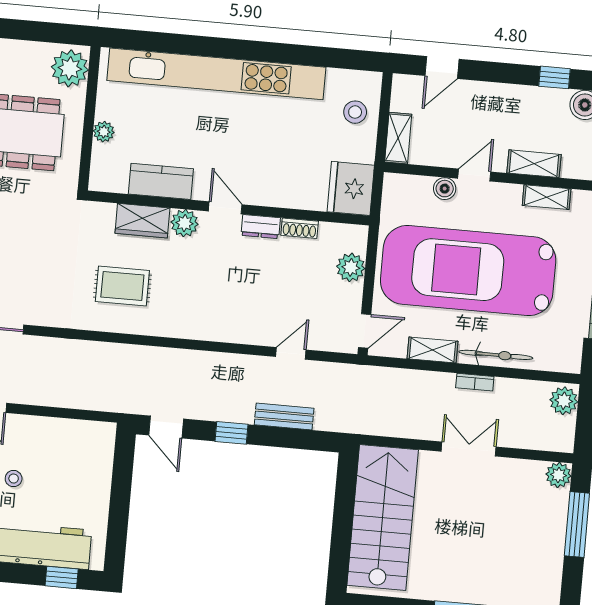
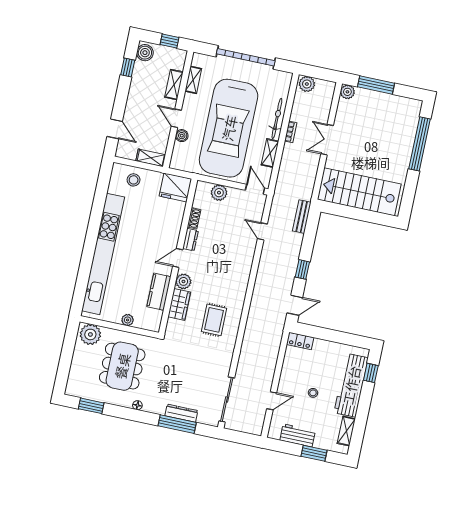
bench: (284, 417) -> (302, 217), moved
locker: (103, 444) -> (300, 341), added

